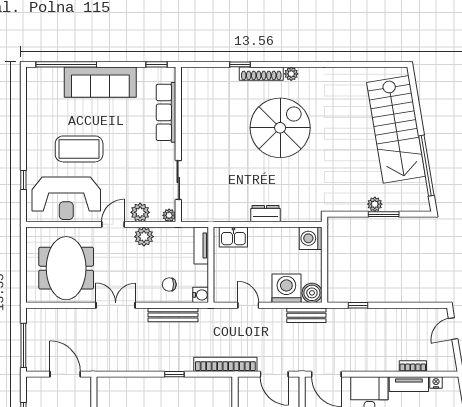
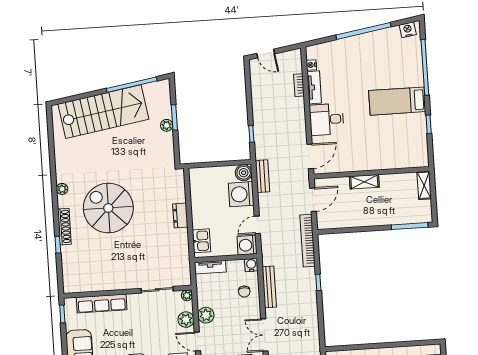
plant: (291, 74) -> (62, 189), moved
washing machine: (311, 238) -> (247, 245), moved, turned 90

